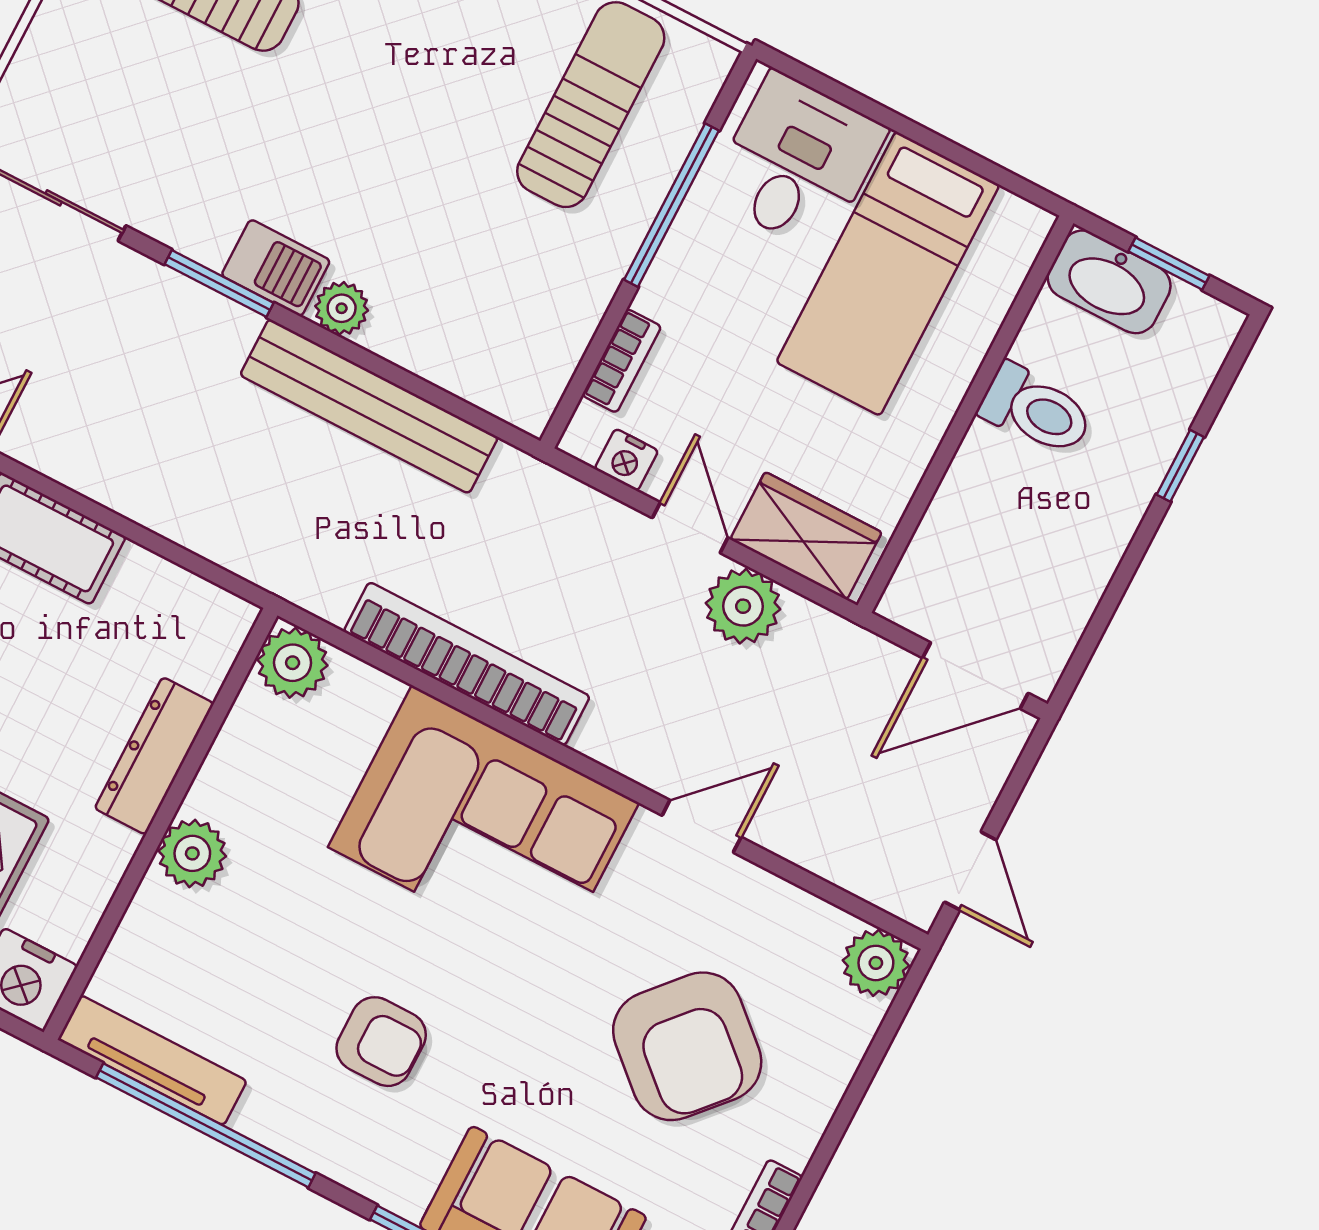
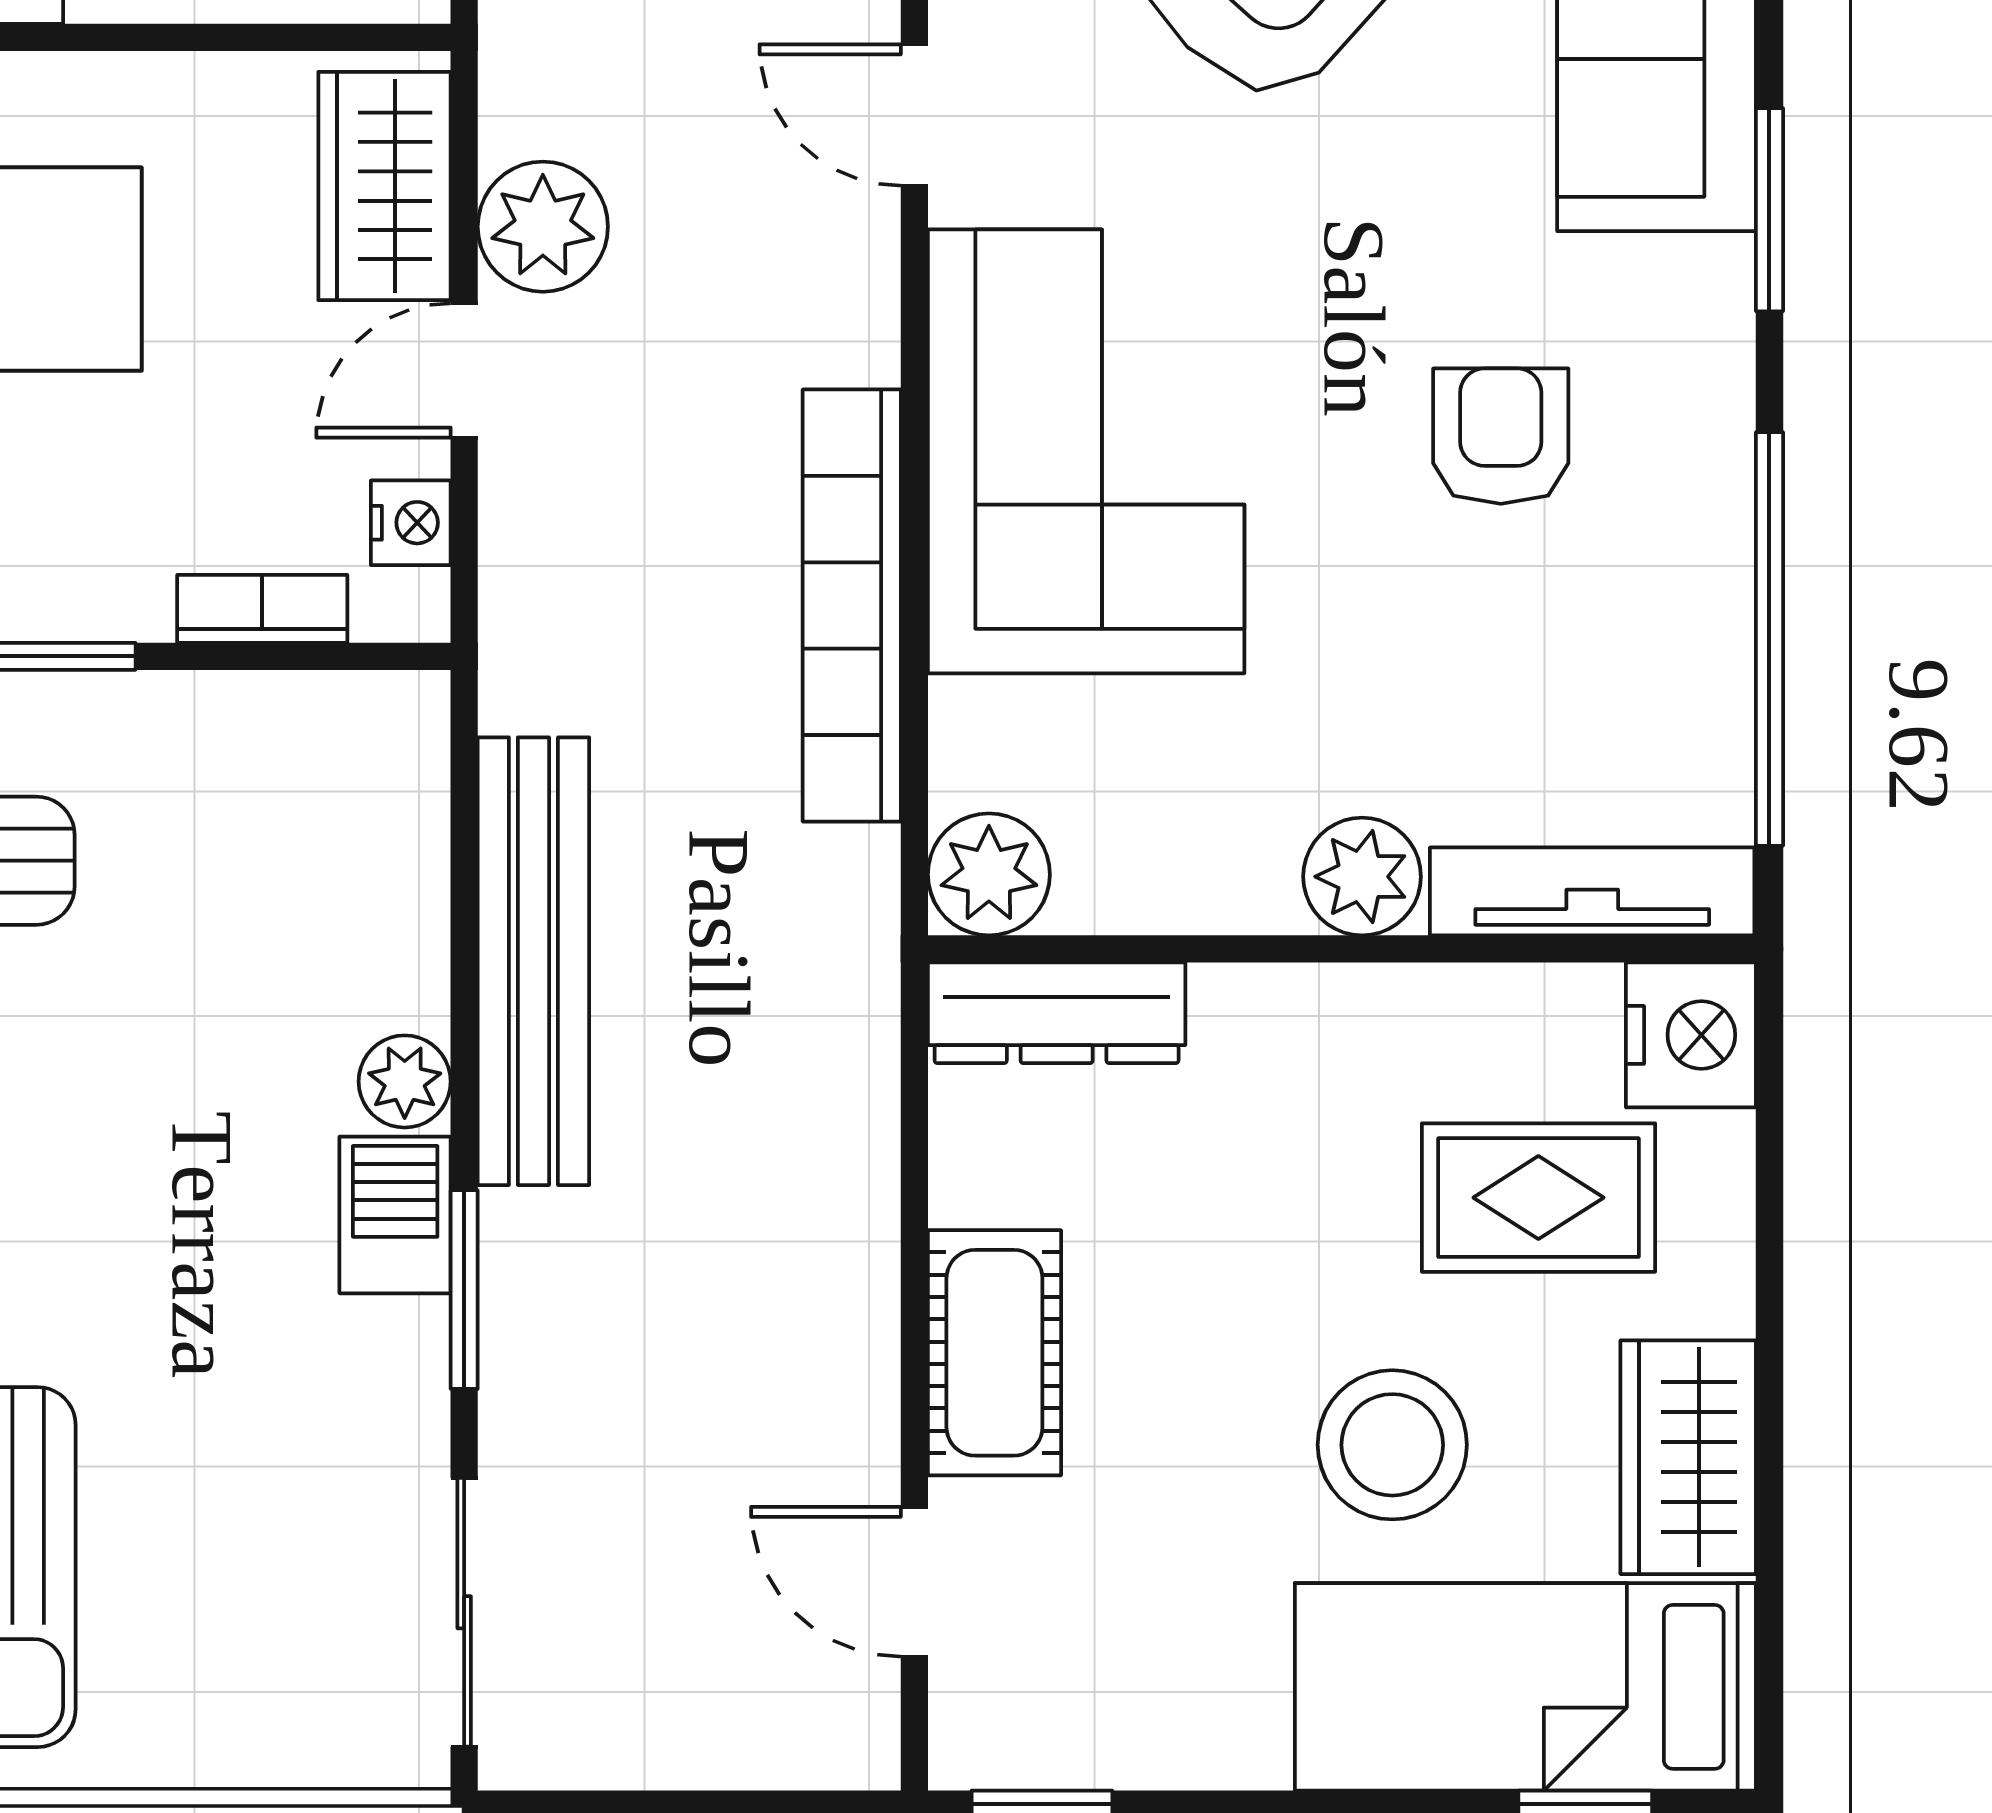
dresser: (154, 756) -> (1057, 1013), moved
tv unit: (152, 1060) -> (1592, 891), moved, turned 90

